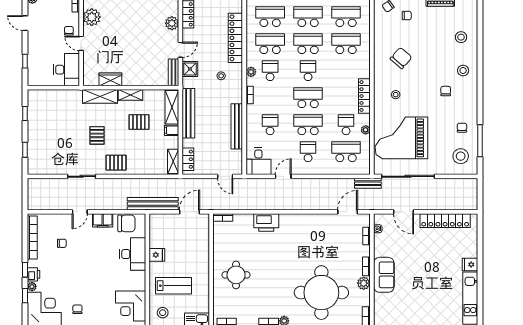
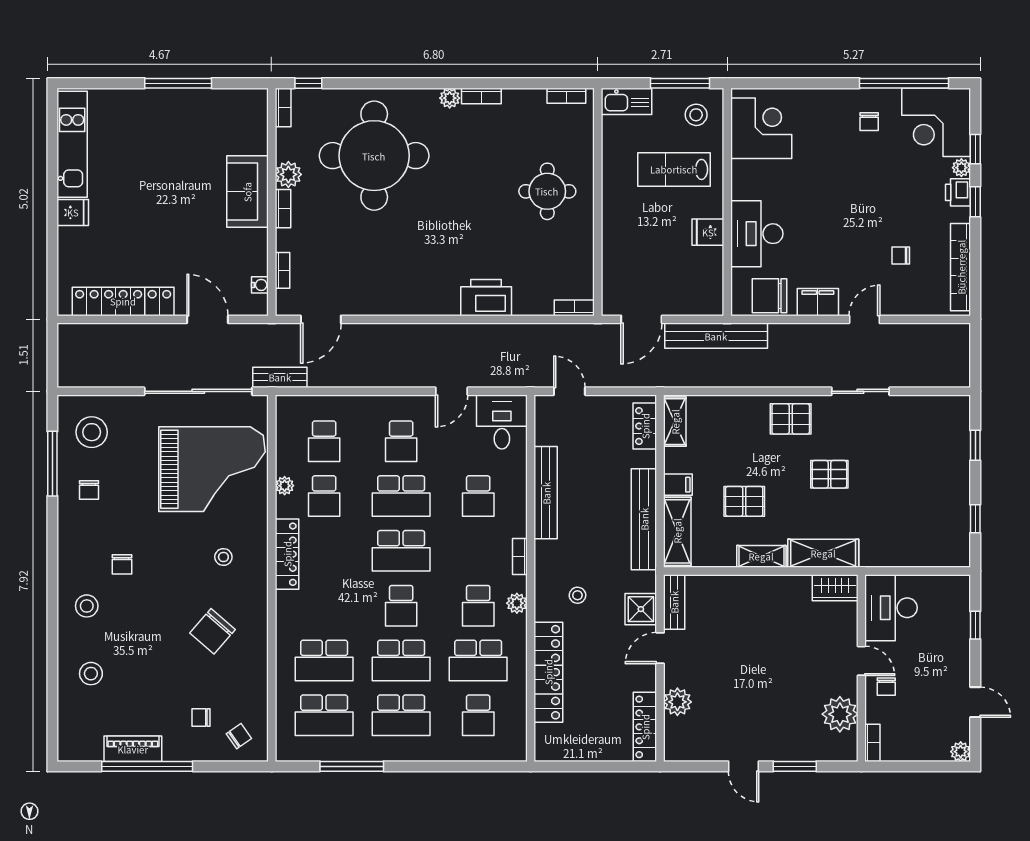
school desk: (270, 17) -> (478, 715), width x0.54
wardrobe: (110, 79) -> (835, 588), moved
pallet: (97, 135) -> (829, 474), turned 90
school desk: (346, 152) -> (324, 441), width x0.54

